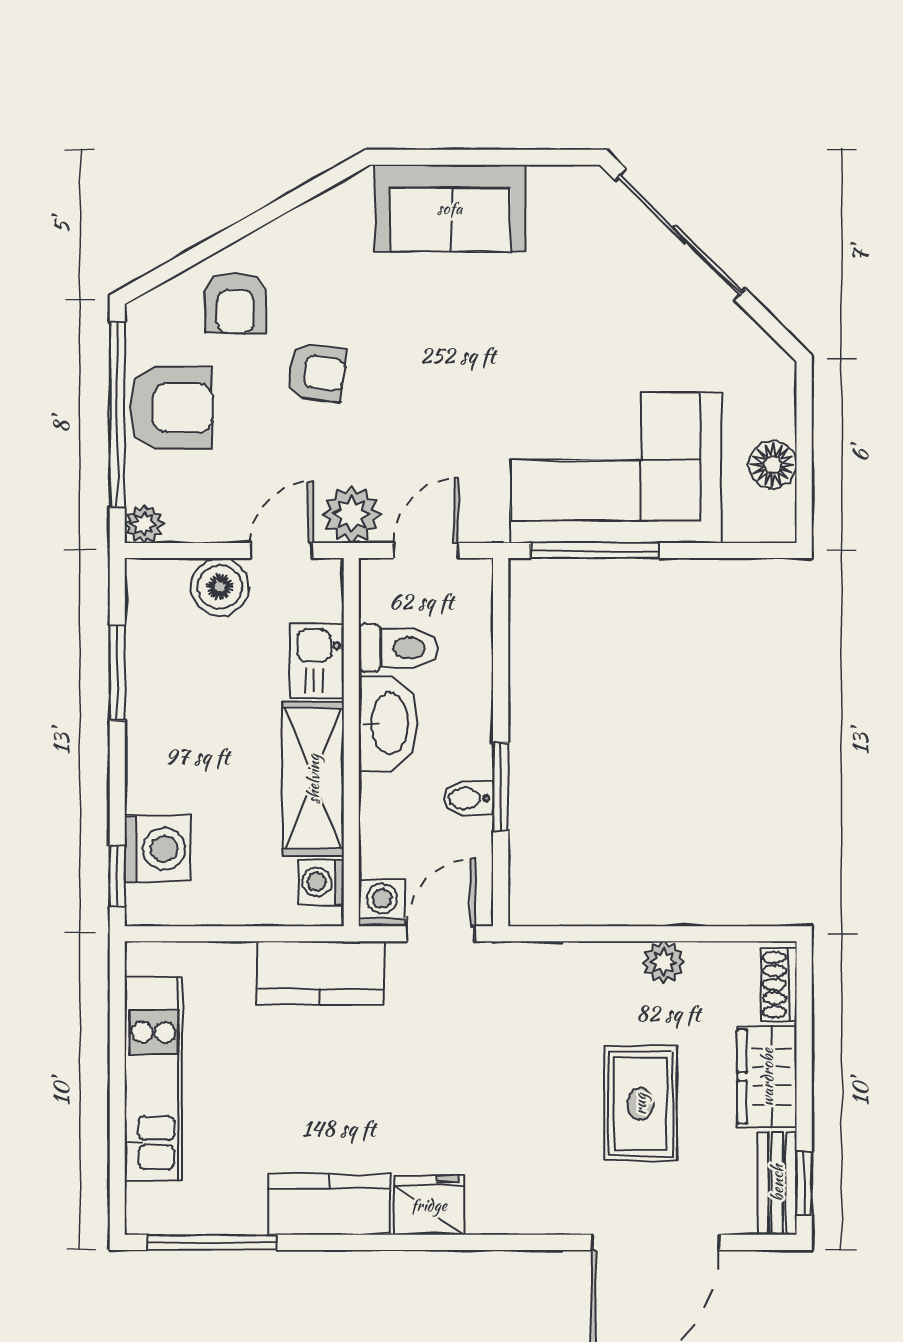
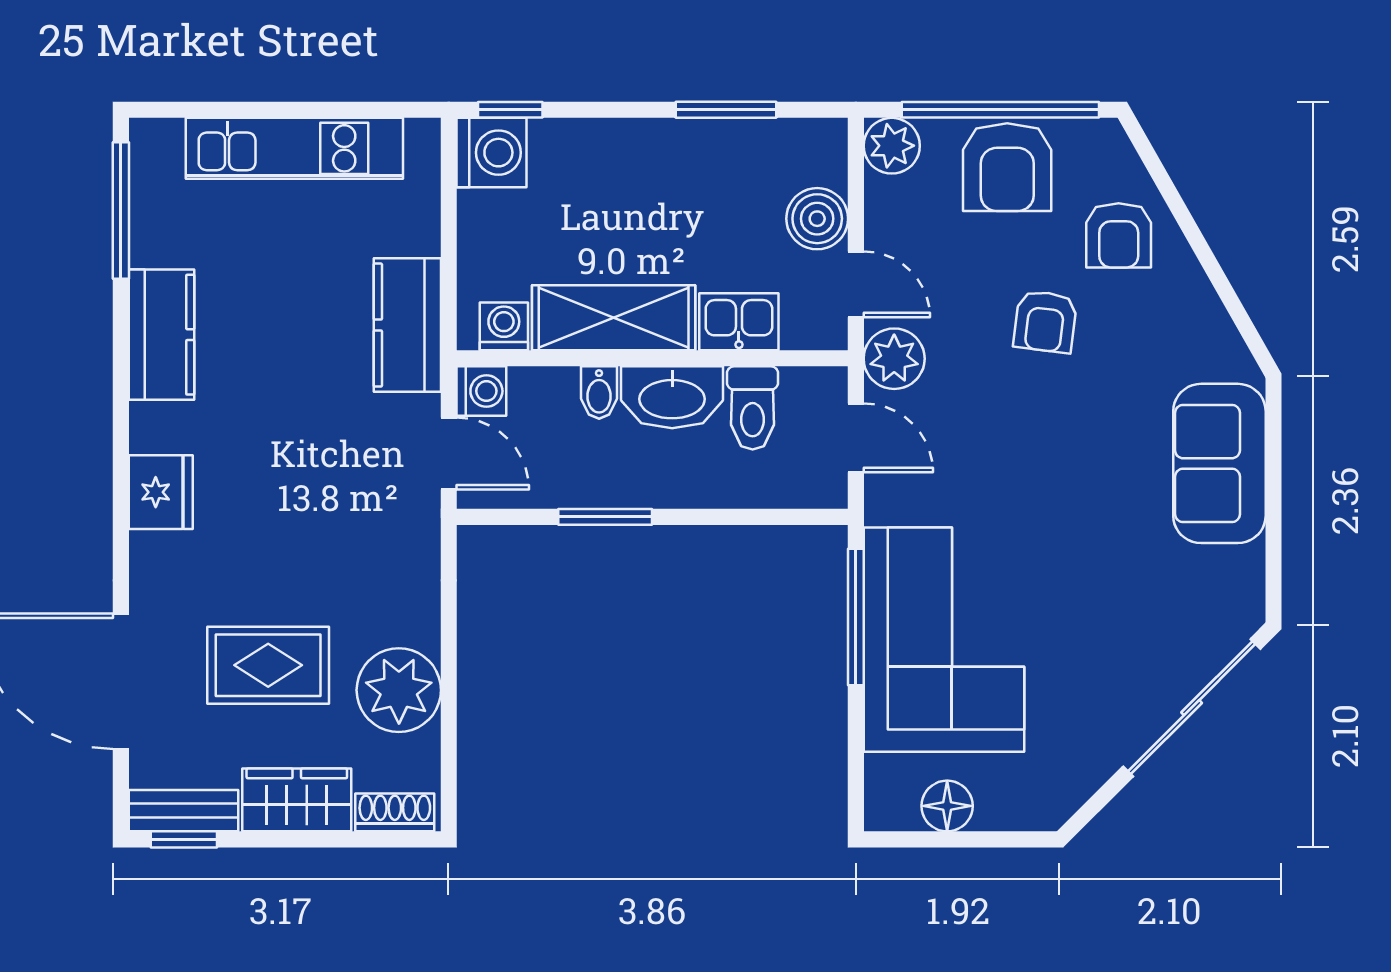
armchair: (235, 303) -> (1119, 235), turned -90
plant: (144, 524) -> (892, 146), width x1.38, depth x1.38
bidet: (468, 798) -> (599, 393), moved, turned 180
washing machine: (158, 849) -> (491, 153), moved, turned -90
plant: (664, 962) -> (399, 690), width x1.88, depth x1.88
fridge: (429, 1205) -> (161, 492), moved

